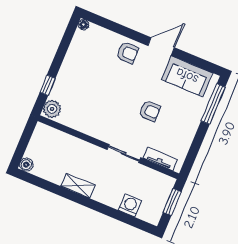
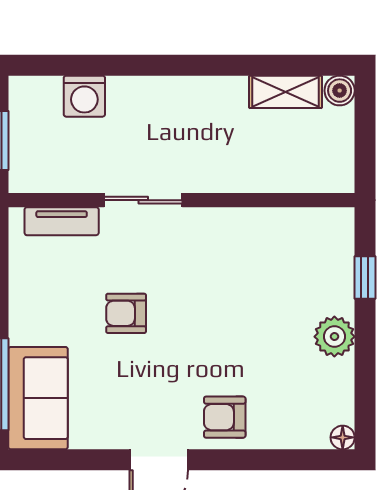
sofa: (187, 76) -> (38, 398), moved, turned 90
plant: (52, 109) -> (334, 337), moved
shelving: (78, 186) -> (286, 92), moved

